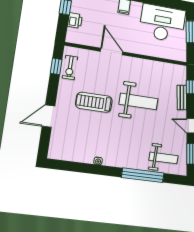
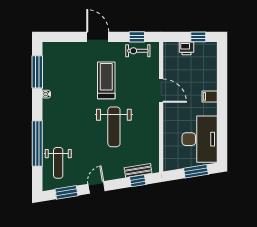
door: (112, 52) -> (161, 91), hinge flipped
bench: (182, 97) -> (138, 170), moved
door: (48, 116) -> (98, 37), moved
window: (75, 167) -> (37, 72), added

